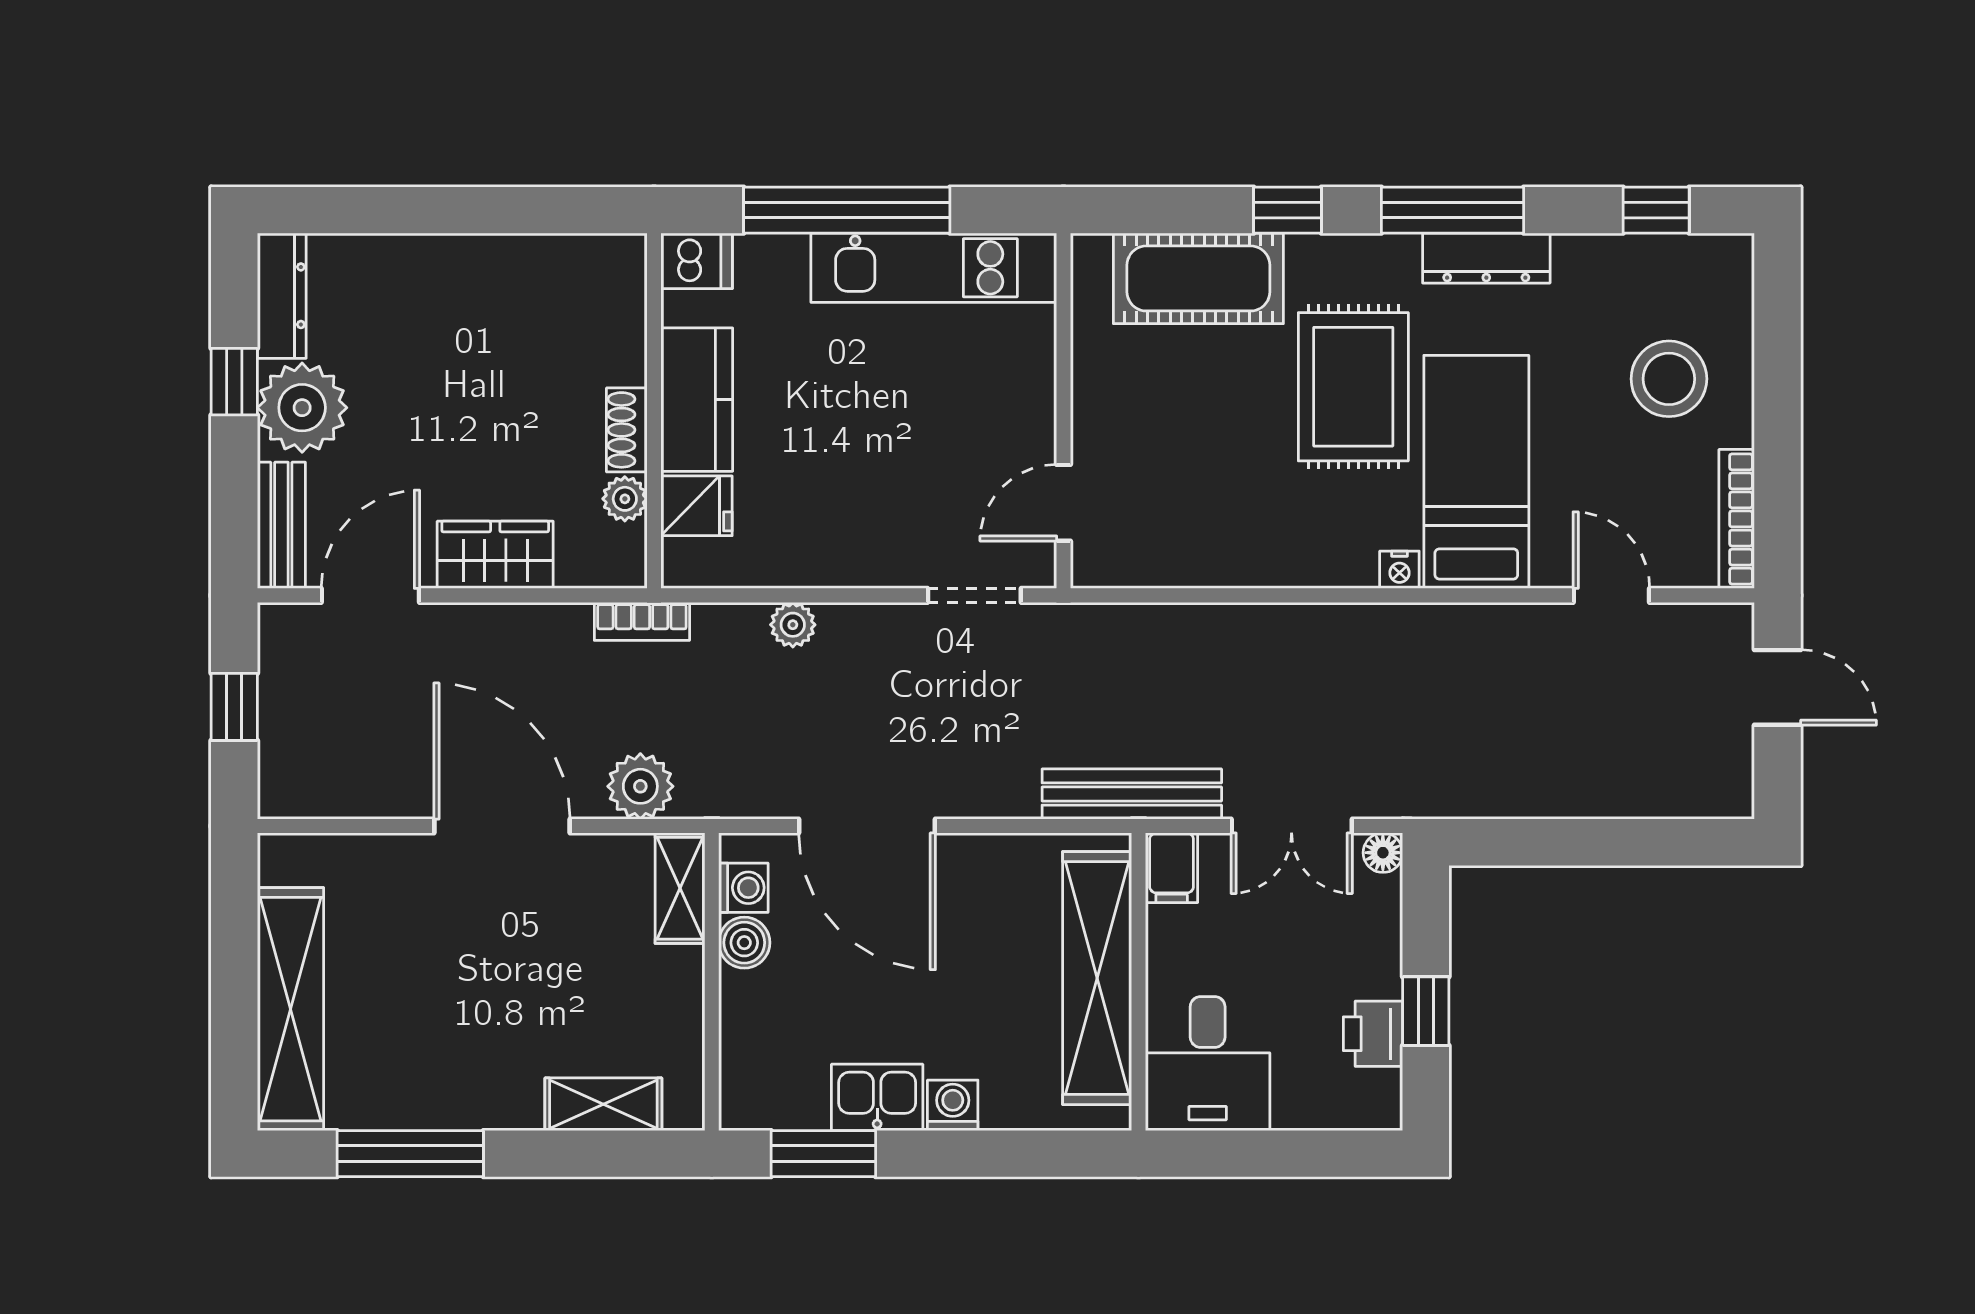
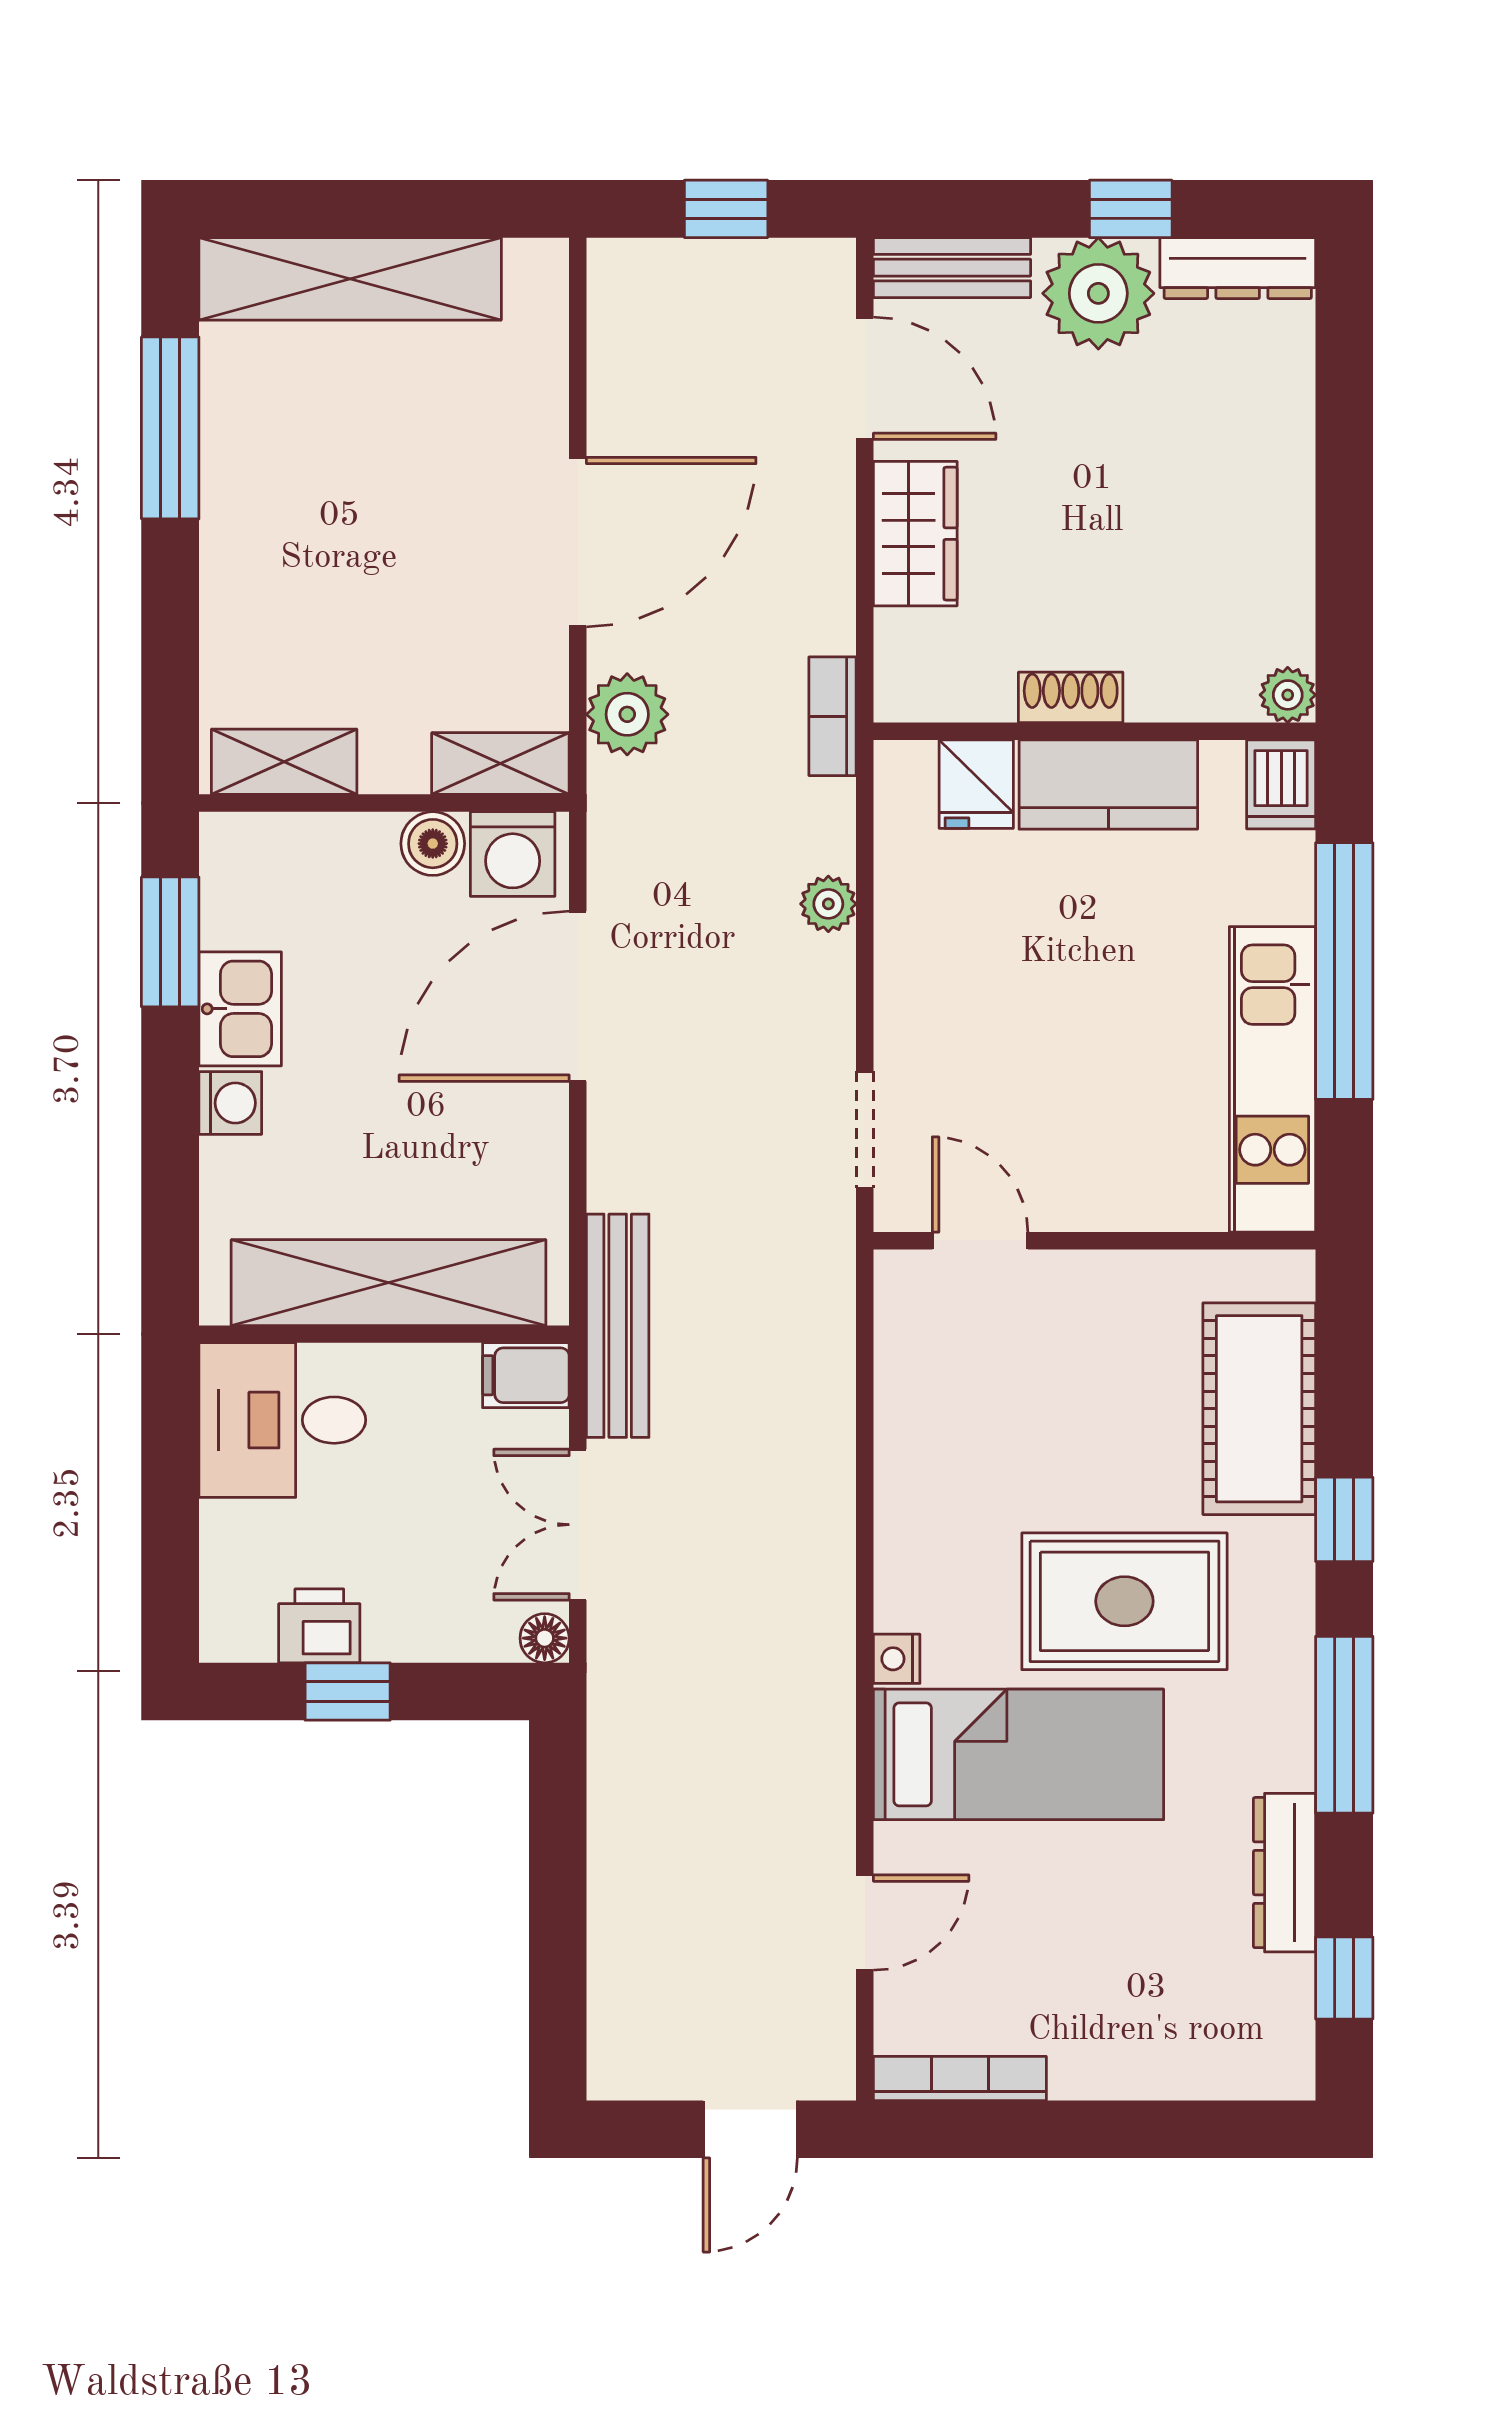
dresser: (1486, 258) -> (1284, 1873), moved
stool: (1669, 379) -> (1134, 1994), removed
plant: (625, 499) -> (1288, 695), moved
washing machine: (743, 888) -> (513, 854), width x1.38, depth x1.38
shelving: (603, 1104) -> (284, 762), moved, turned 90

